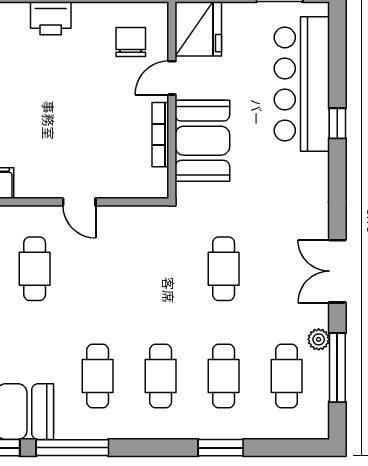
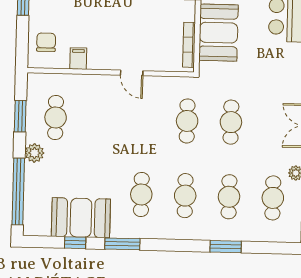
bookcase: (160, 135) -> (189, 45), moved
cafe table: (35, 269) -> (187, 121), moved
window: (72, 448) -> (122, 244), width x0.69

